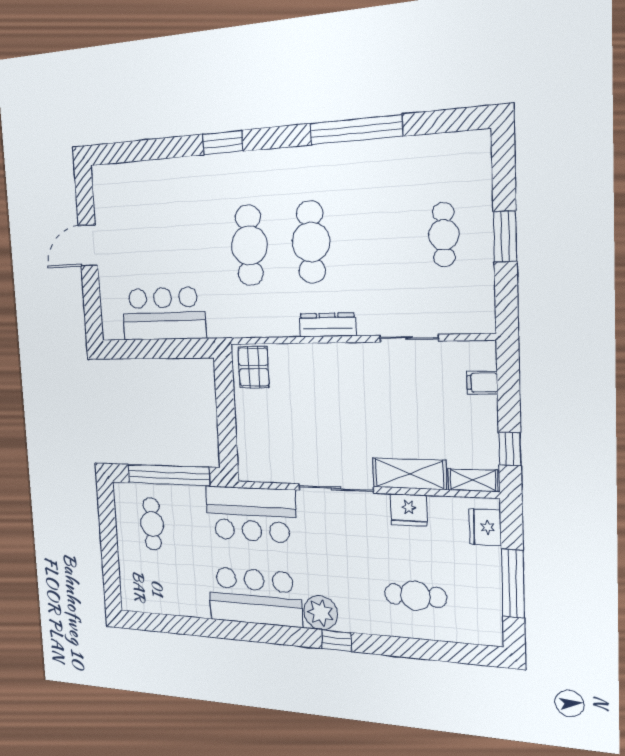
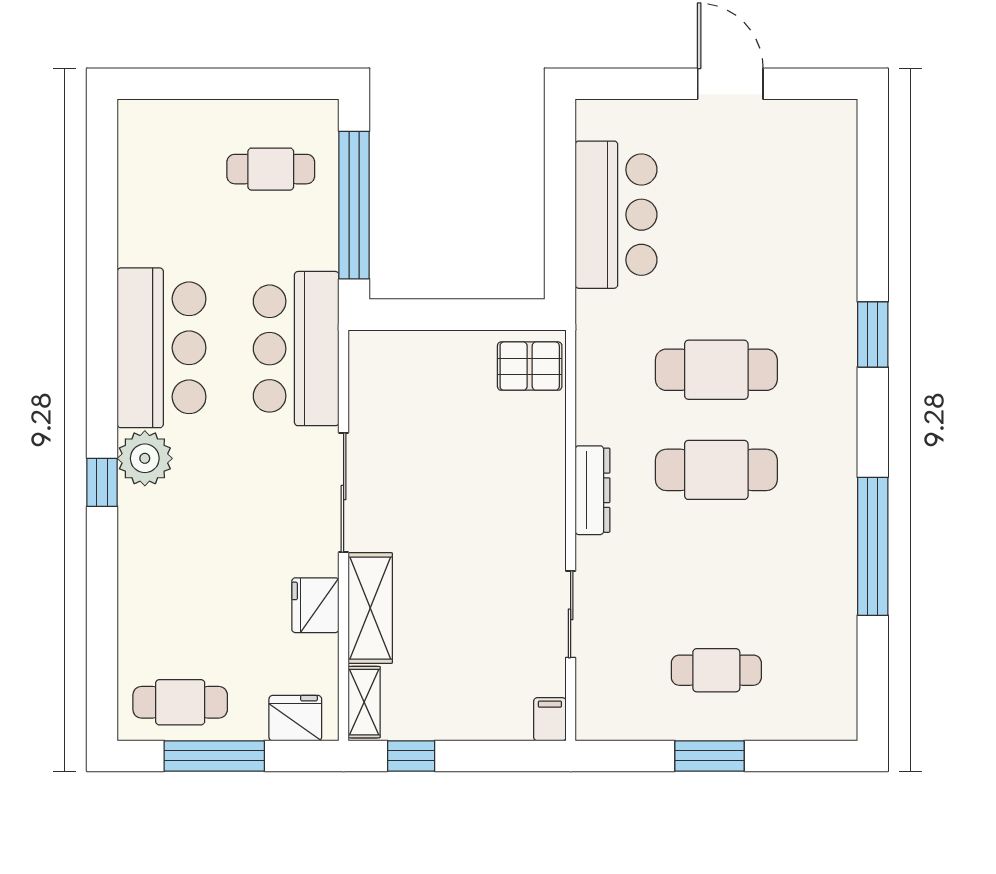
filing cabinet: (482, 383) -> (550, 719), moved
cafe table: (416, 596) -> (180, 702), moved, turned 90

